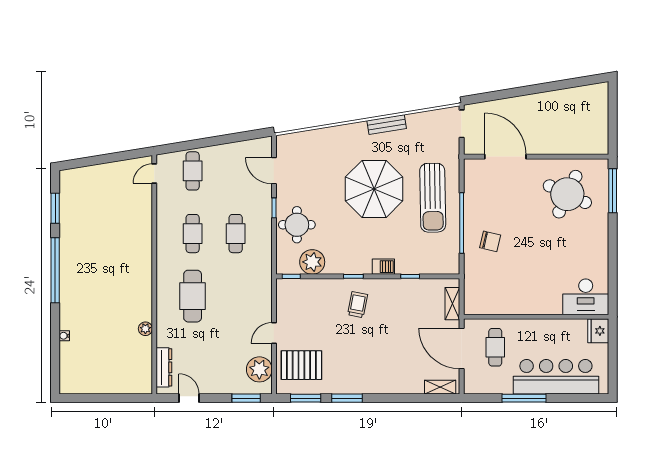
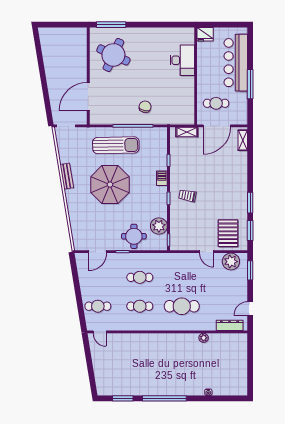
desk: (586, 297) -> (182, 60), moved

